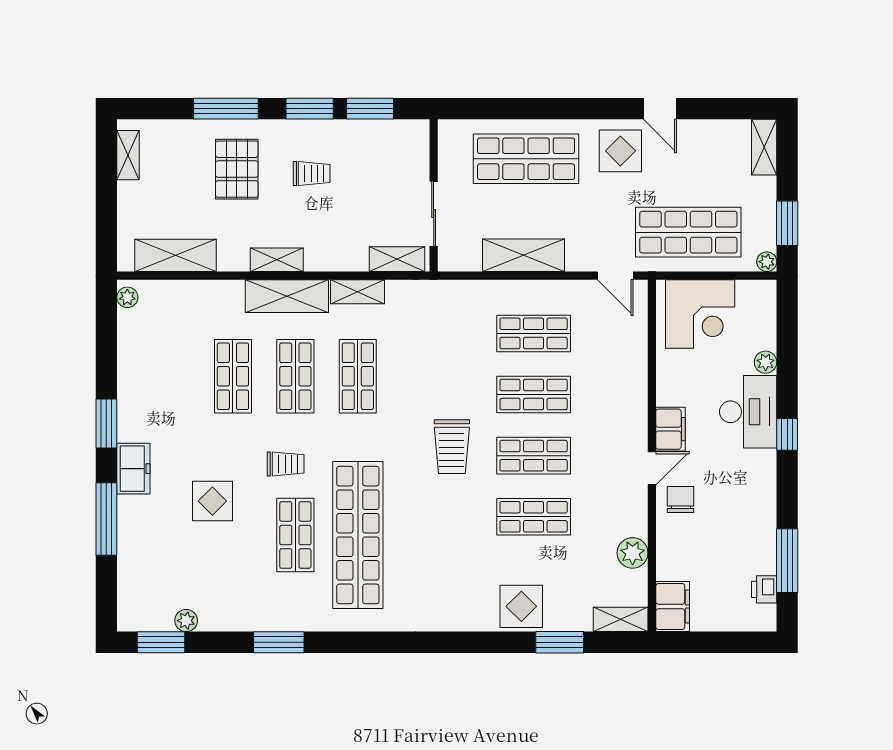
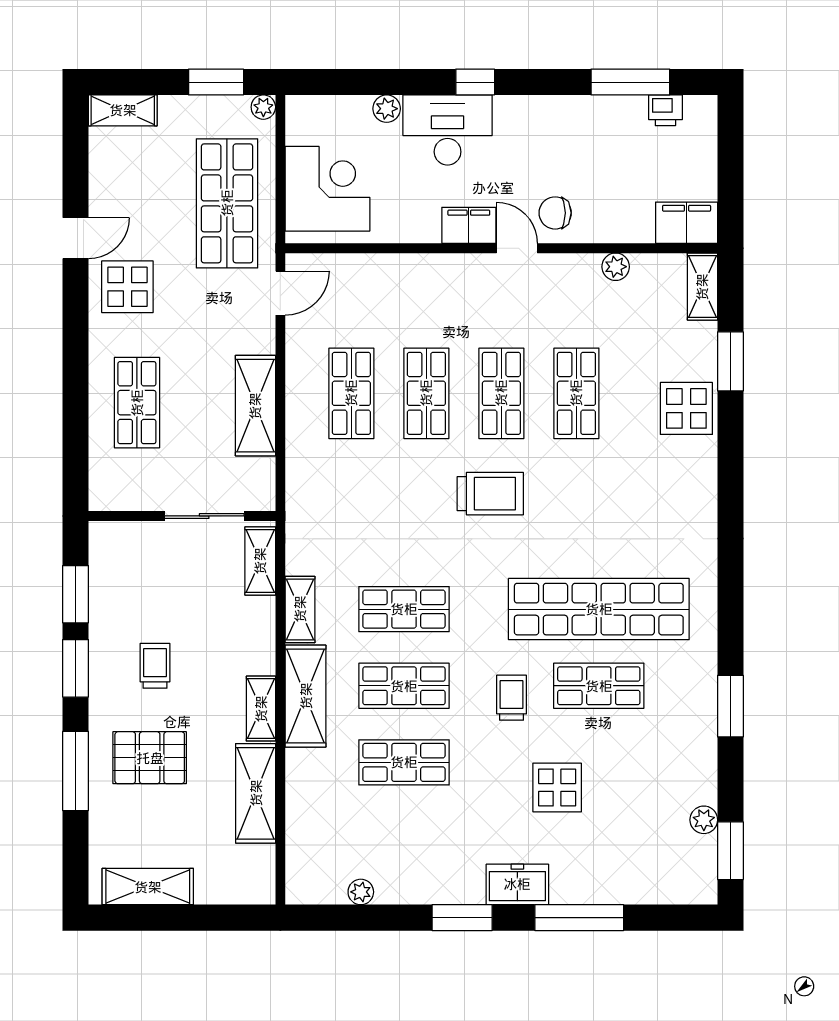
shelving: (128, 155) -> (148, 887), width x1.50, depth x1.33
shop shelf: (526, 159) -> (137, 403), width x0.70, depth x0.74
shelving: (175, 255) -> (256, 793), moved
plant: (127, 297) -> (361, 892), moved
plant: (633, 553) -> (616, 267), width x0.73, depth x0.73

